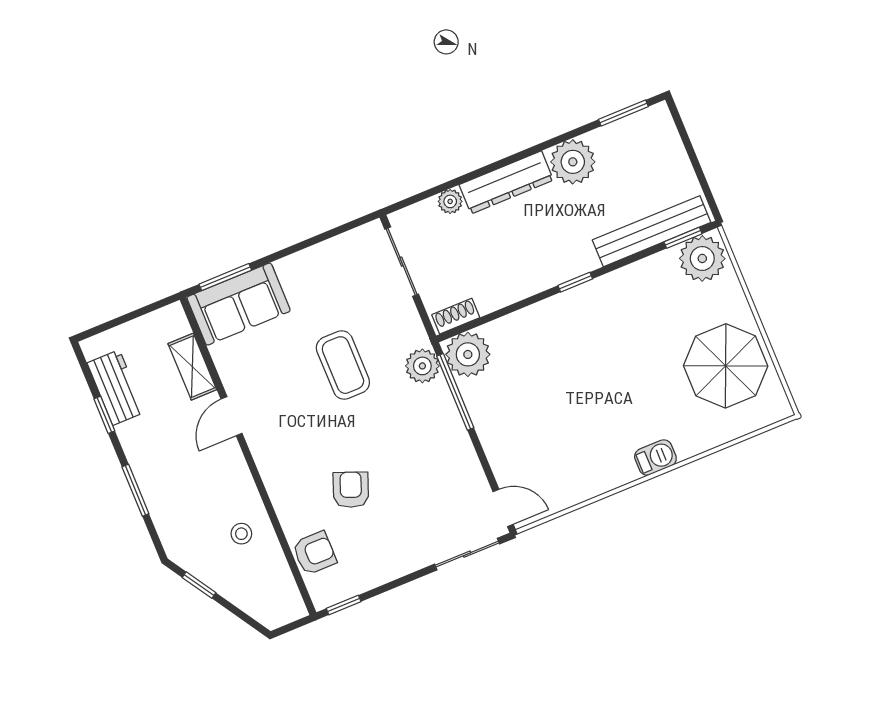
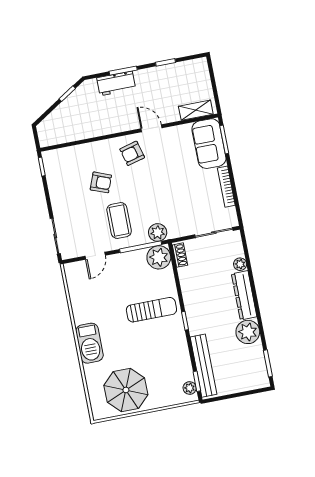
bookcase: (312, 256) -> (226, 187), added
plant: (702, 258) -> (190, 388), width x0.53, depth x0.53
sun lounger: (568, 348) -> (151, 310), added
coffee table: (343, 365) -> (119, 220), moved, turned 90
shelving: (192, 367) -> (196, 110), moved
workbench: (116, 387) -> (116, 83), moved
barbecue: (655, 458) -> (89, 343), width x1.88, depth x1.53
door: (503, 508) -> (95, 256), moved
stool: (241, 534) -> (89, 121), removed
armchair: (314, 553) -> (132, 153), moved, turned 75

